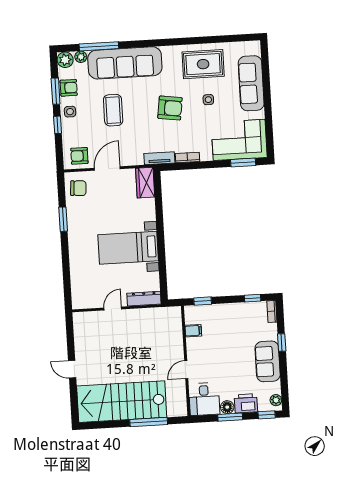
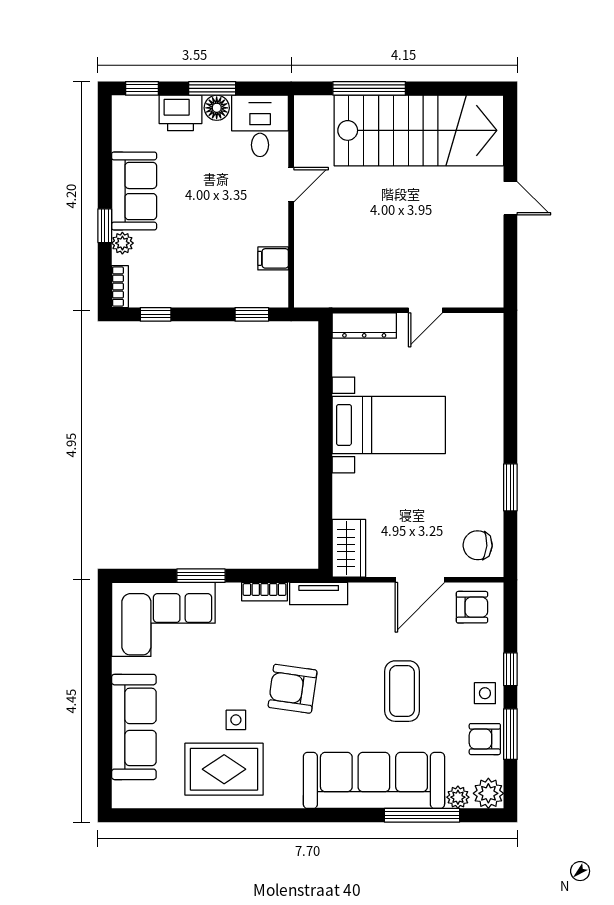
side table: (208, 100) -> (236, 720), moved
window: (243, 163) -> (201, 576), moved
plant: (276, 400) -> (122, 243), moved

